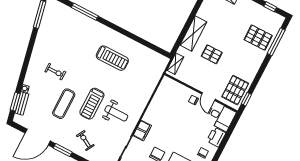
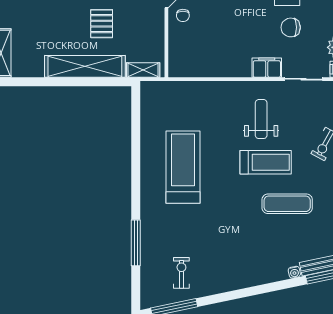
shelving: (193, 33) -> (85, 66), width x1.47
treadmill: (112, 58) -> (183, 167), width x1.37, depth x1.38
exercise bike: (55, 72) -> (181, 273), moved

